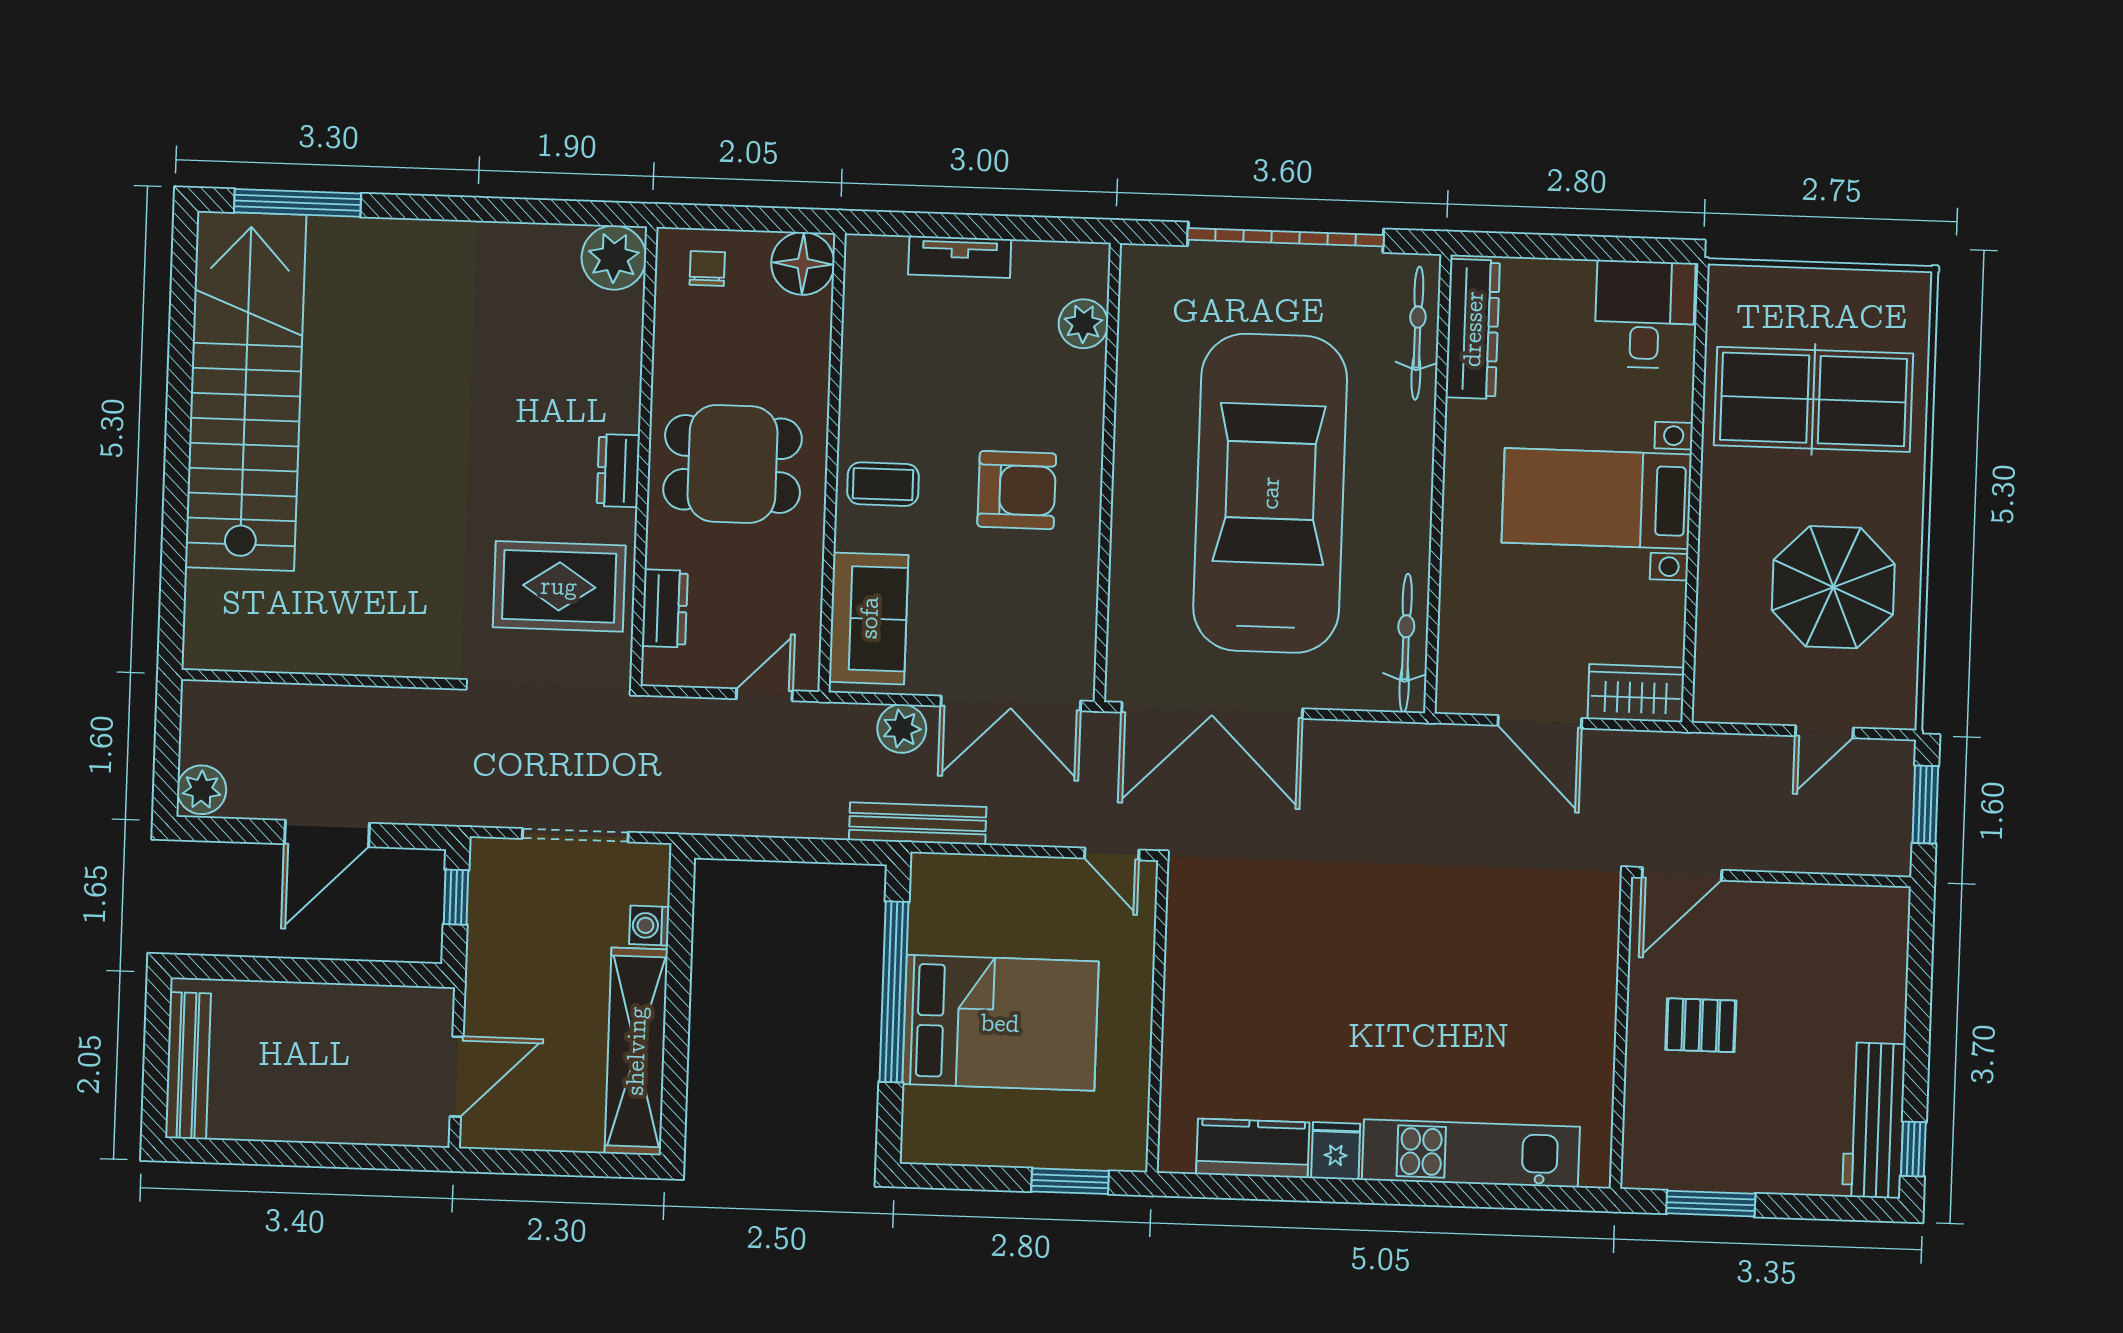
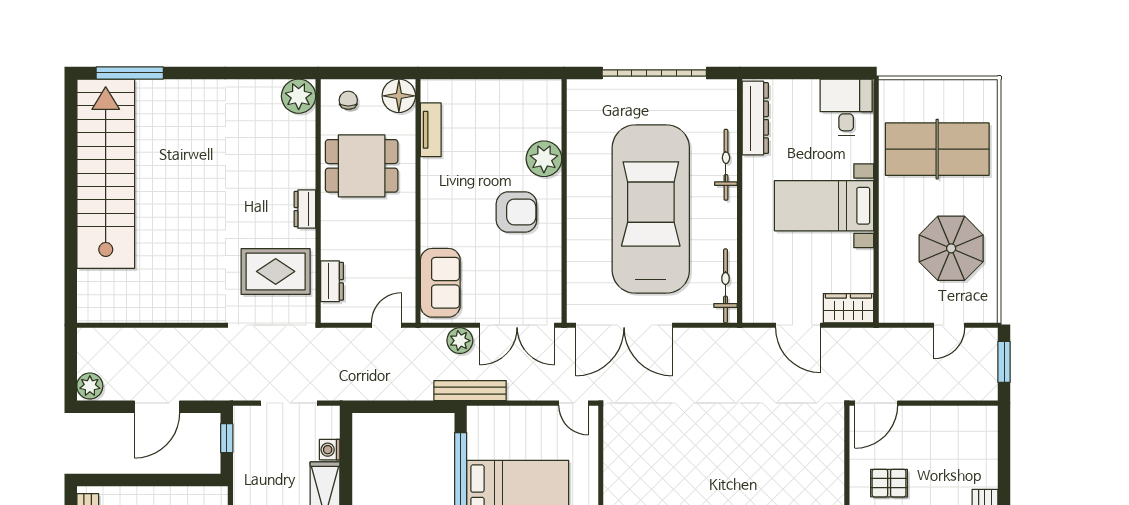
tv unit: (960, 257) -> (431, 130), moved, turned -90
plant: (1083, 324) -> (544, 159), moved, width x1.36, depth x1.36
bicycle: (1417, 333) -> (726, 165), moved
dining table: (733, 464) -> (362, 166), moved
coffee table: (883, 484) -> (445, 211), removed

